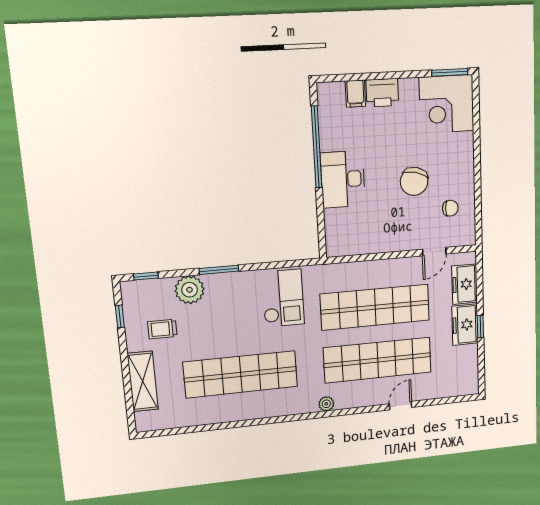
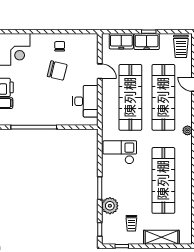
desk: (343, 179) -> (85, 101), moved, turned -90
chair: (450, 208) -> (60, 46), moved
door: (434, 252) -> (100, 71), moved
trolley: (459, 379) -> (181, 46), added

